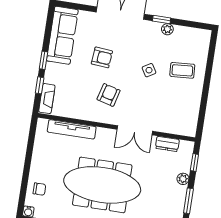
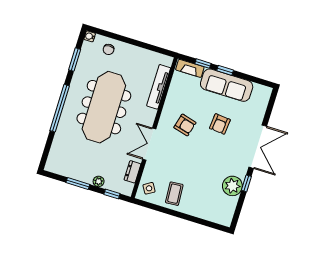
plant: (167, 29) -> (232, 186), width x1.87, depth x1.87
sofa: (62, 35) -> (227, 85), moved
side table: (149, 70) -> (149, 188), moved
coffee table: (182, 70) -> (174, 194), moved

